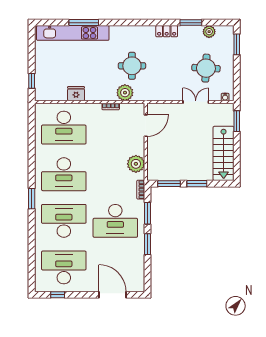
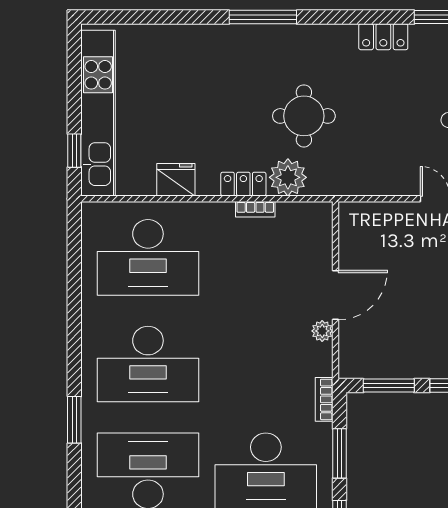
window: (84, 23) -> (263, 17), moved
kitchen unit: (73, 33) -> (98, 113), moved, turned -90
locker: (105, 96) -> (243, 184), added
door: (146, 126) -> (335, 295), moved
plant: (136, 164) -> (322, 331), width x0.53, depth x0.53

